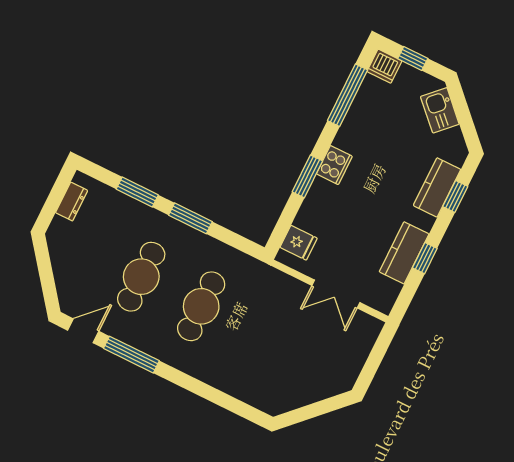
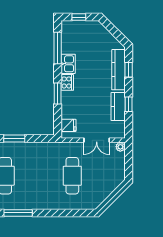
dishwasher: (384, 66) -> (68, 27), removed
kitchen sink: (440, 110) -> (68, 64), moved, turned -135
kitchen counter: (437, 187) -> (118, 70), width x1.50
cafe table: (201, 306) -> (72, 176), moved
plant: (372, 327) -> (120, 147), added

